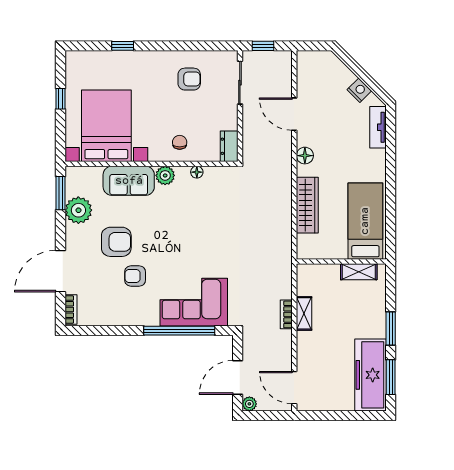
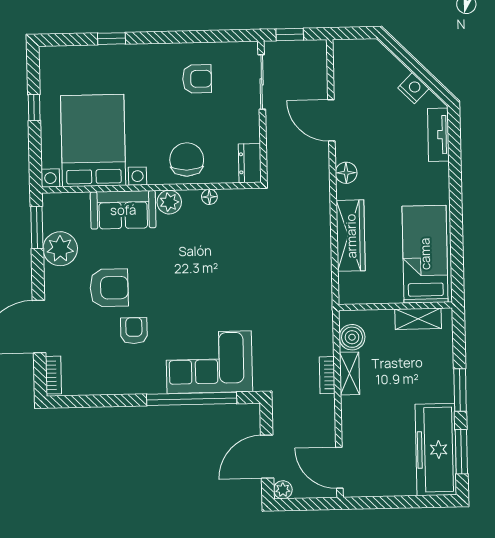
chair: (180, 142) -> (187, 160), width x1.87, depth x1.87
armchair: (135, 276) -> (134, 331), turned 90
boiler: (306, 285) -> (352, 337), added

